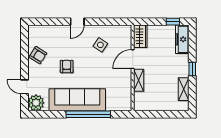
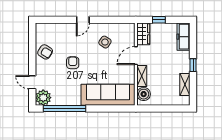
window: (173, 22) -> (159, 20), moved
boiler: (141, 99) -> (144, 94), added
sofa: (77, 100) -> (108, 95), moved
window: (88, 114) -> (65, 109), moved

